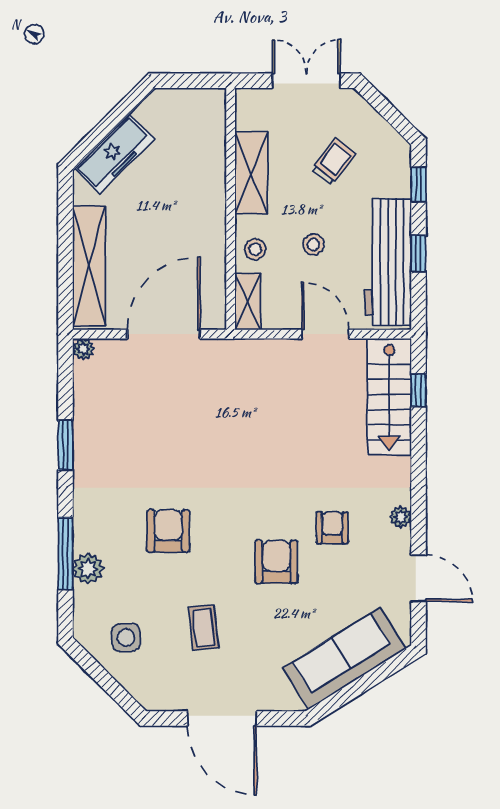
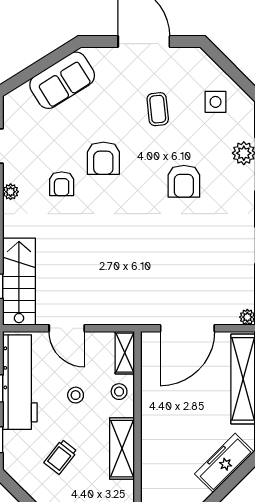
sofa: (344, 658) -> (62, 80), width x0.73

